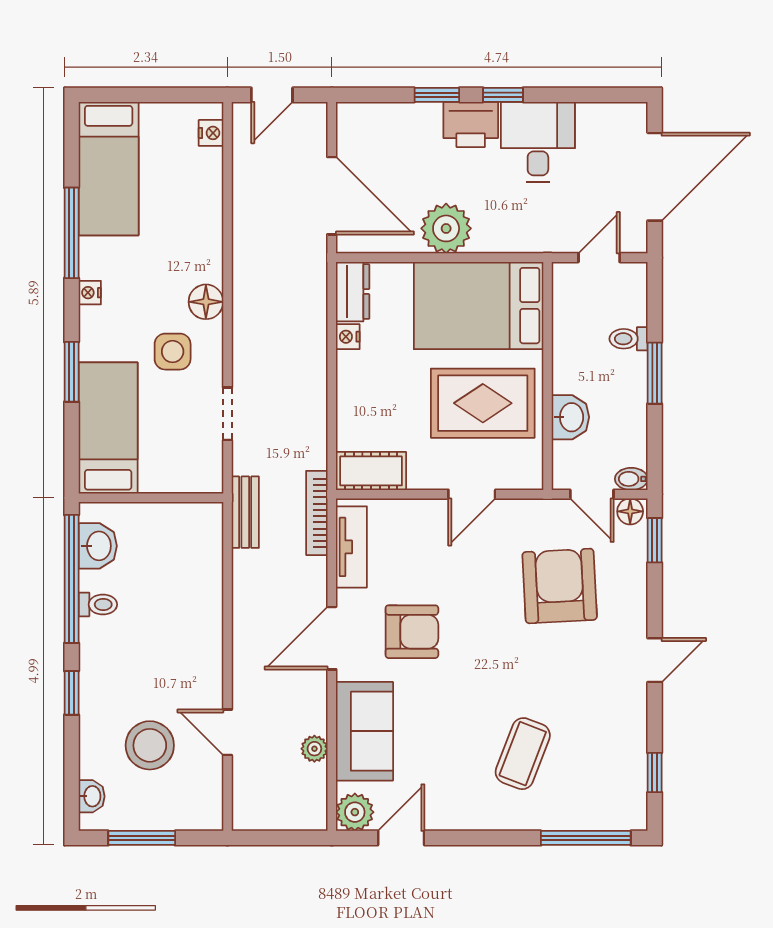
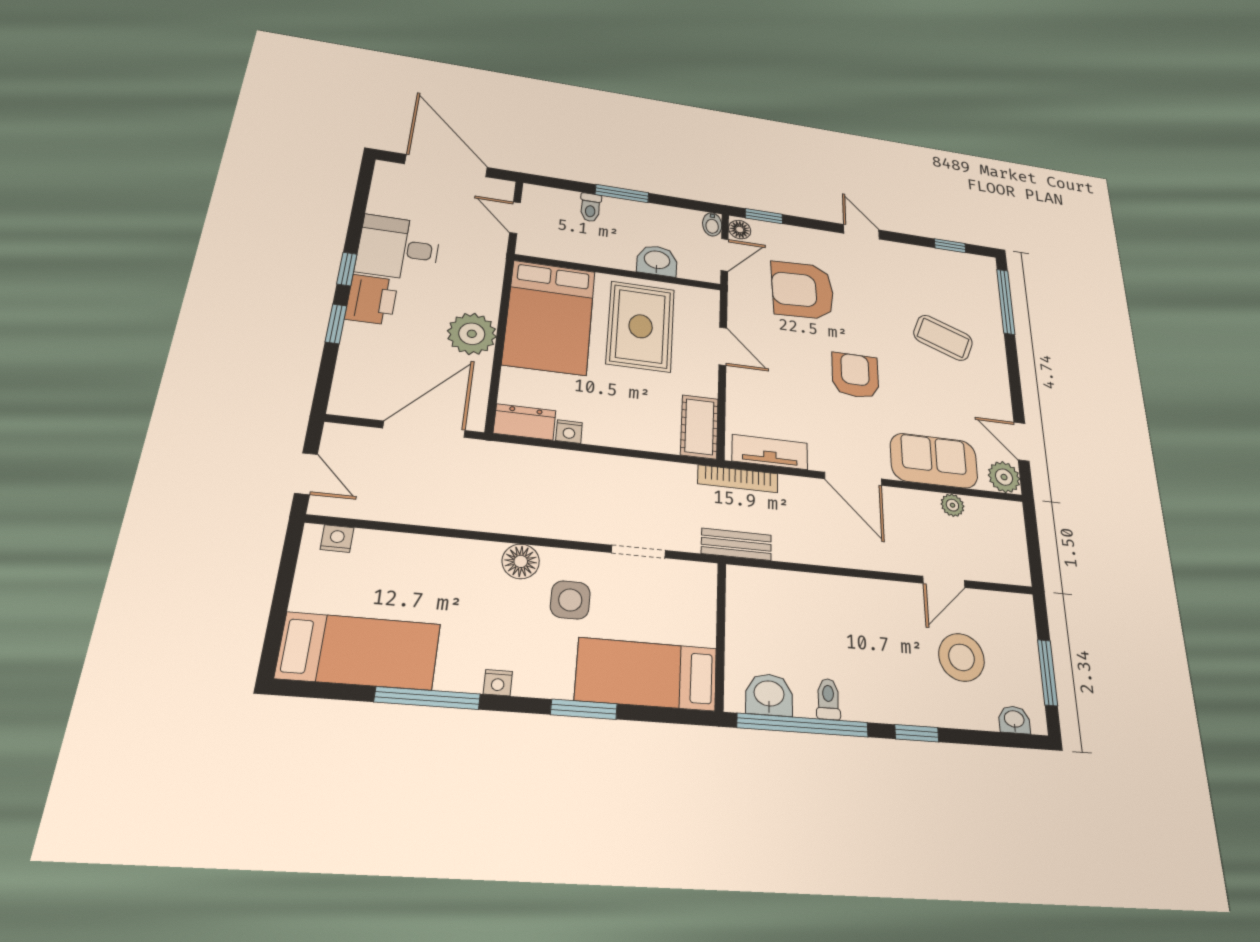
armchair: (412, 632) -> (855, 375), moved

